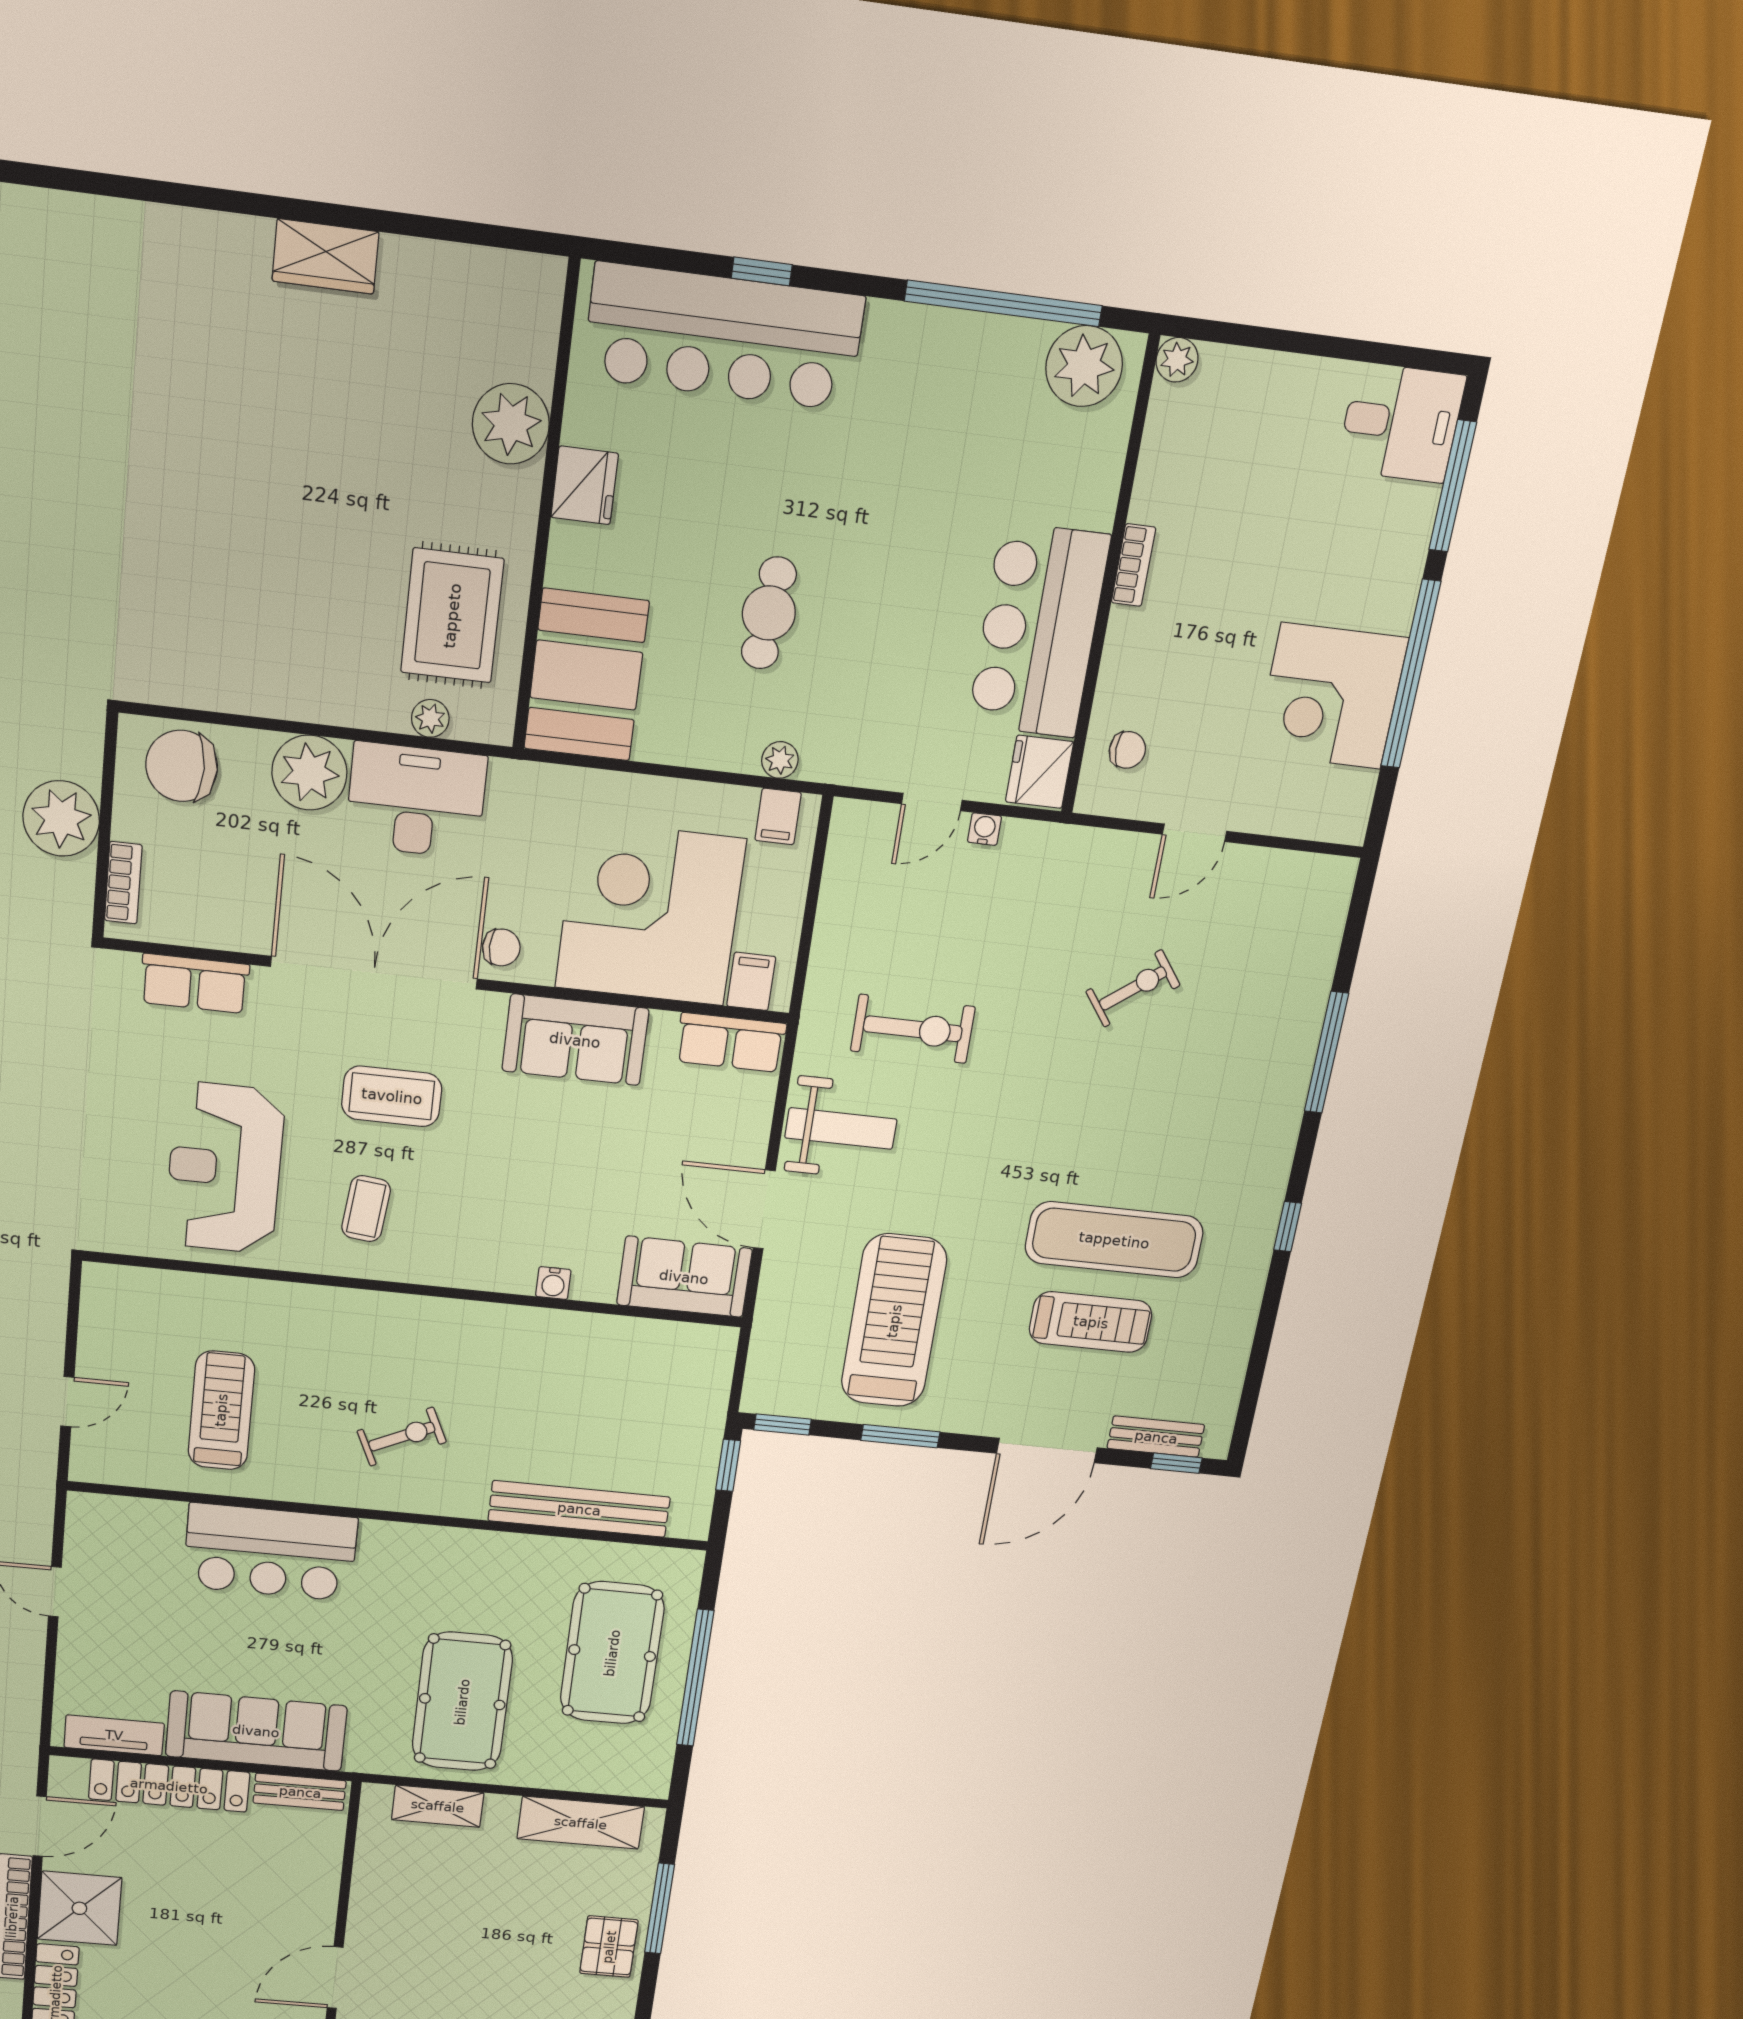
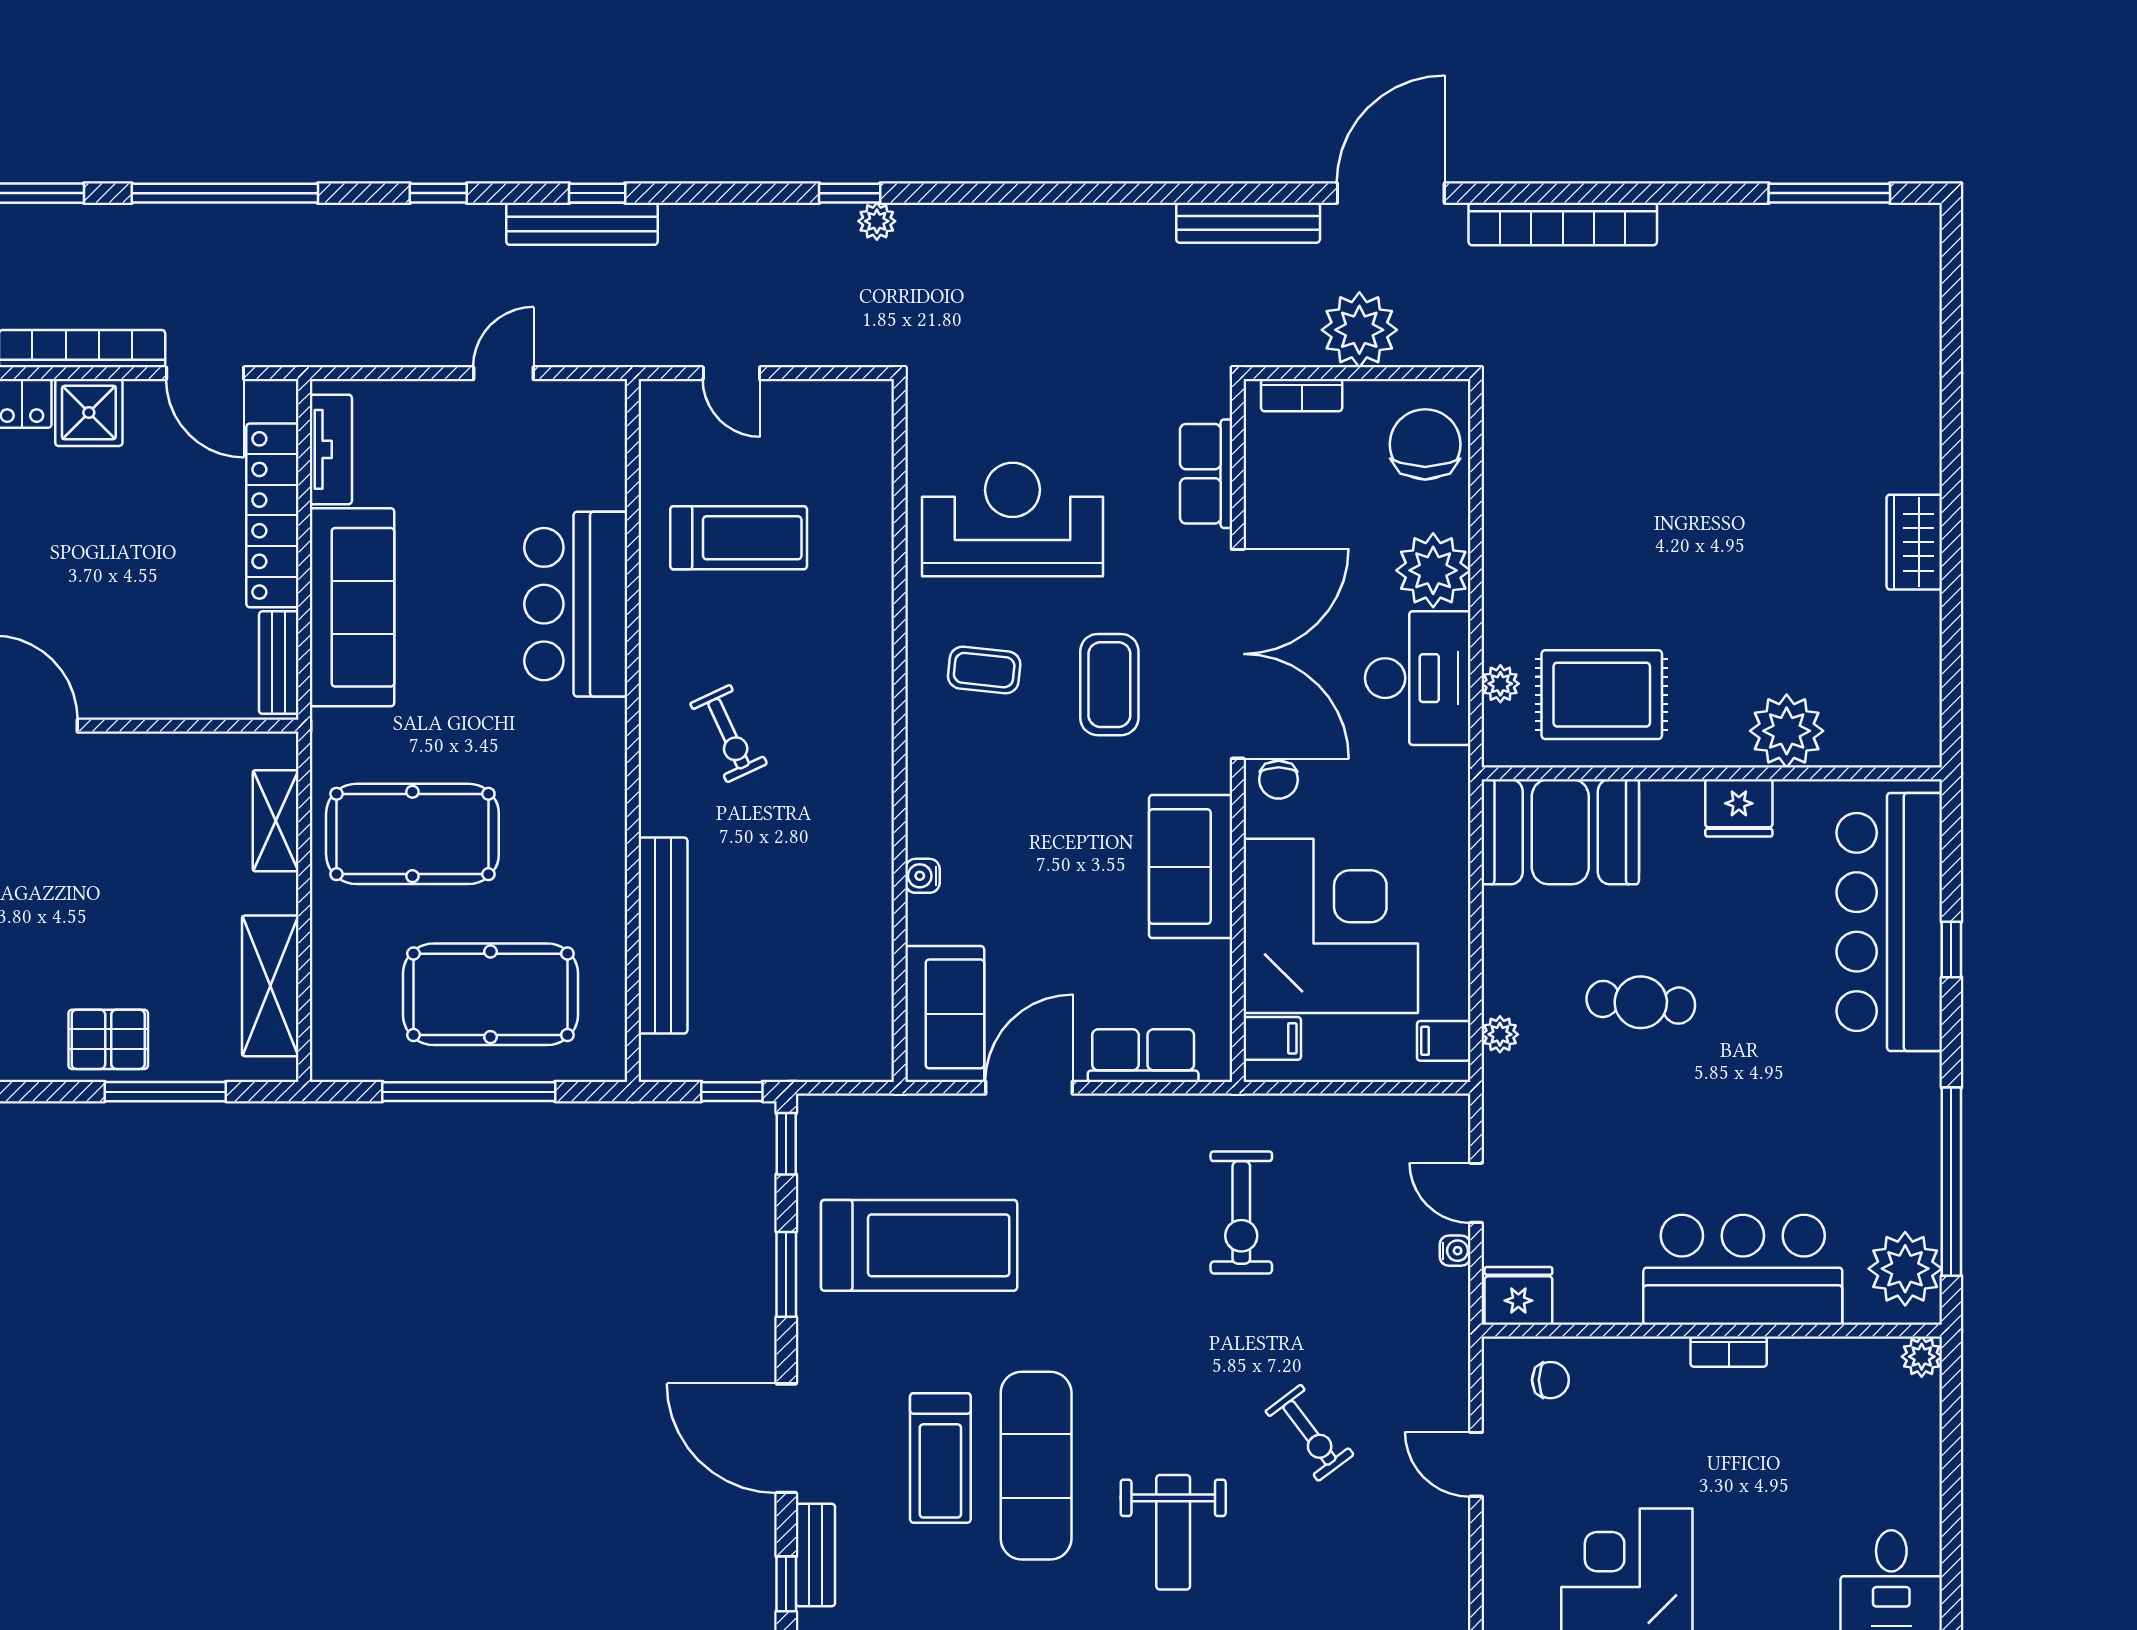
bar counter: (1038, 631) -> (1743, 1270), moved
chair: (1127, 750) -> (1550, 1380), turned -90
row of seats: (731, 1043) -> (1143, 1056), moved, turned 90
weight bench: (841, 1129) -> (1173, 1532), moved
shower: (79, 1908) -> (89, 412), width x0.73, depth x0.73

